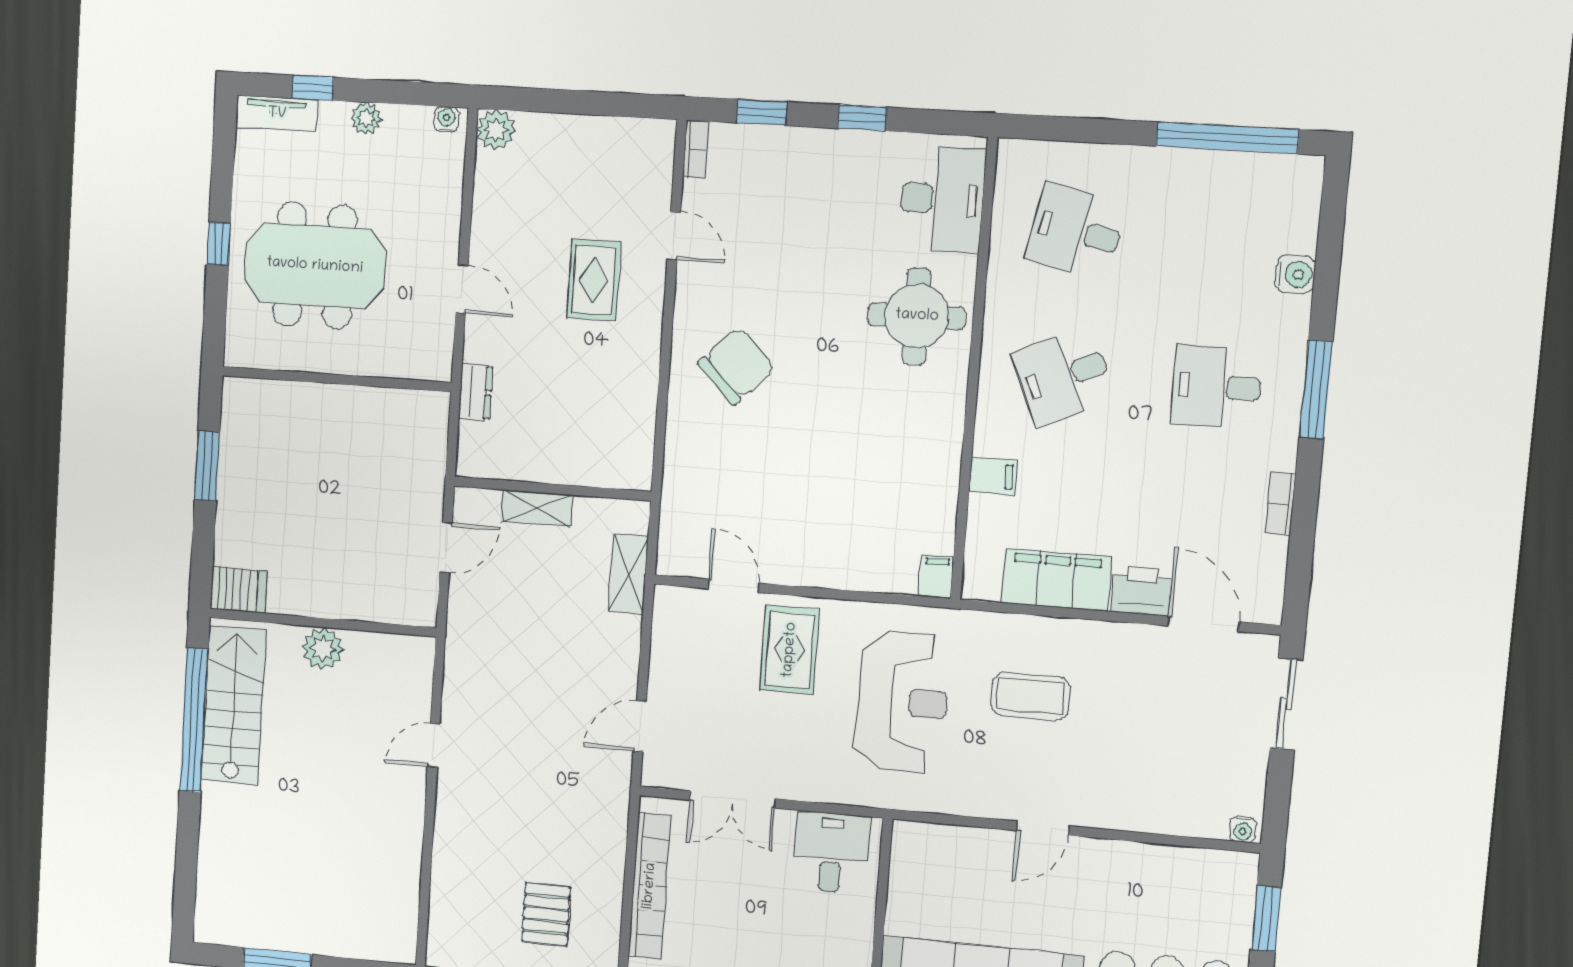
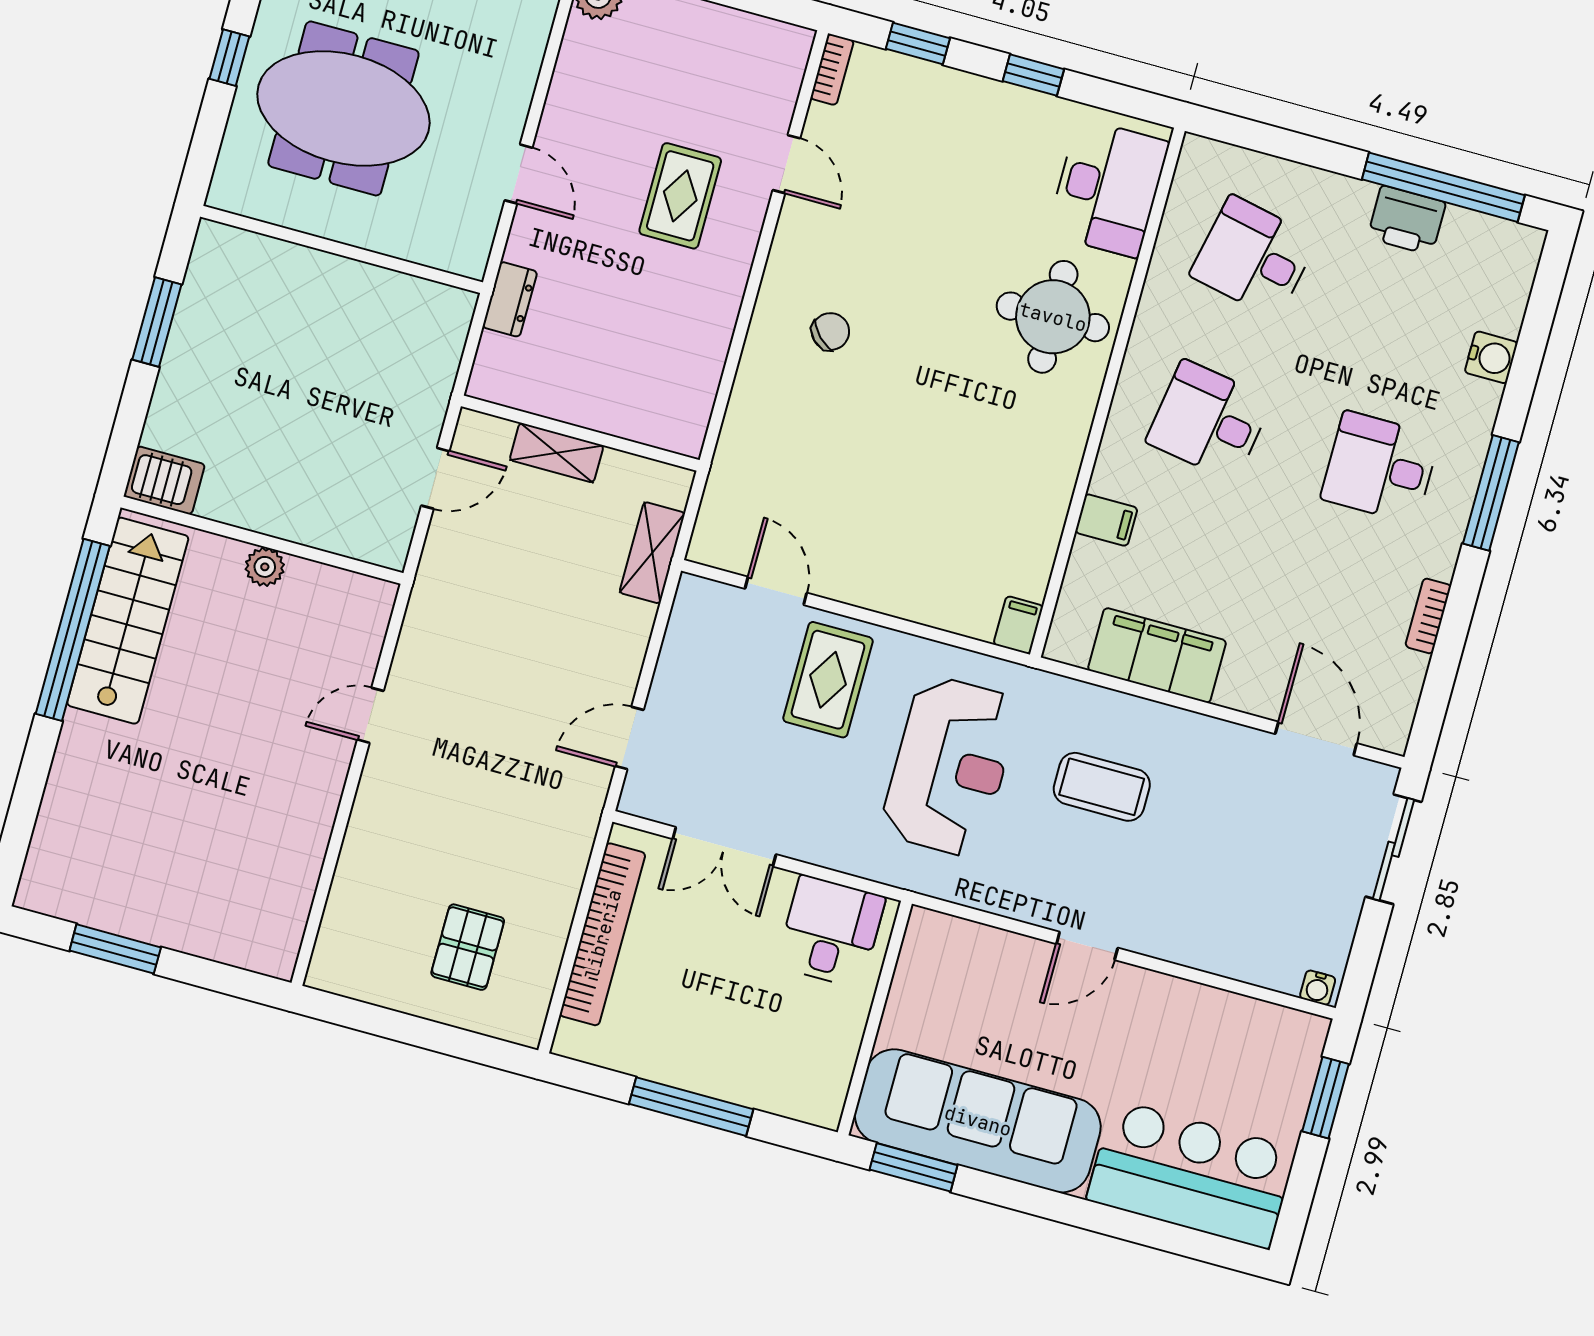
chair: (736, 366) -> (830, 332), width x0.54, depth x0.54
desk: (1063, 376) -> (1209, 420), turned 33
printer: (1142, 591) -> (1407, 220), moved, turned 180
plant: (323, 649) -> (265, 567), width x0.73, depth x0.73

